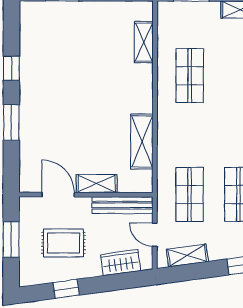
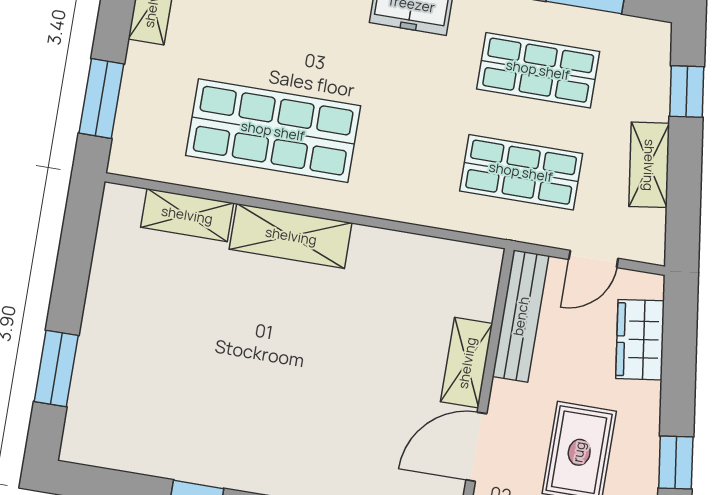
shop shelf: (190, 76) -> (273, 131), width x1.43, depth x1.36
shelving: (142, 141) -> (291, 236), moved
shelving: (187, 255) -> (649, 165), moved

